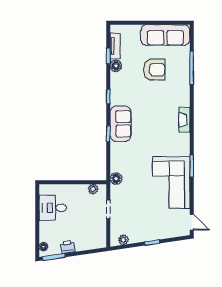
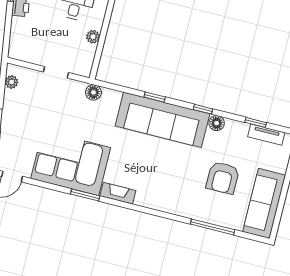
floor lamp: (116, 66) -> (217, 123), moved
fireplace: (184, 120) -> (118, 193), moved
sofa: (120, 124) -> (162, 120), width x1.85, depth x1.27
plant: (93, 189) -> (93, 37), moved

